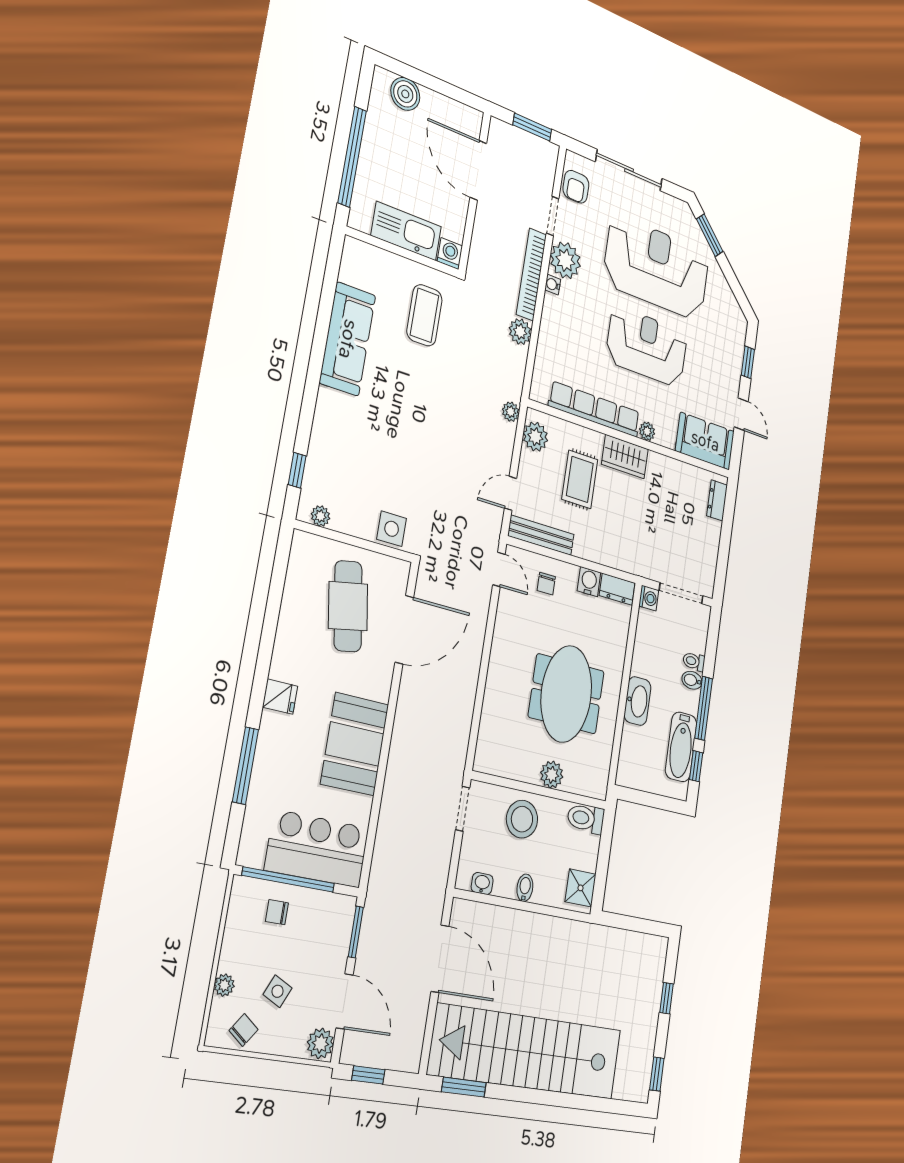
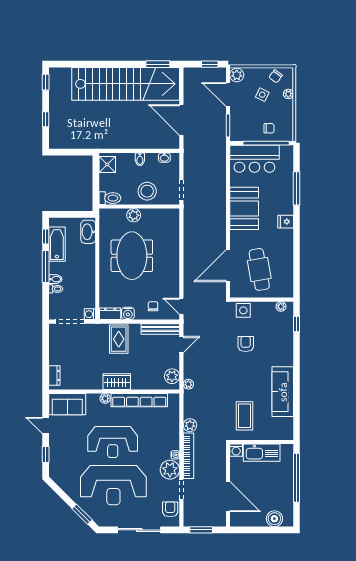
armchair: (399, 459) -> (246, 344), added
rug: (580, 479) -> (119, 339), moved
washbasin: (638, 701) -> (88, 232), moved

